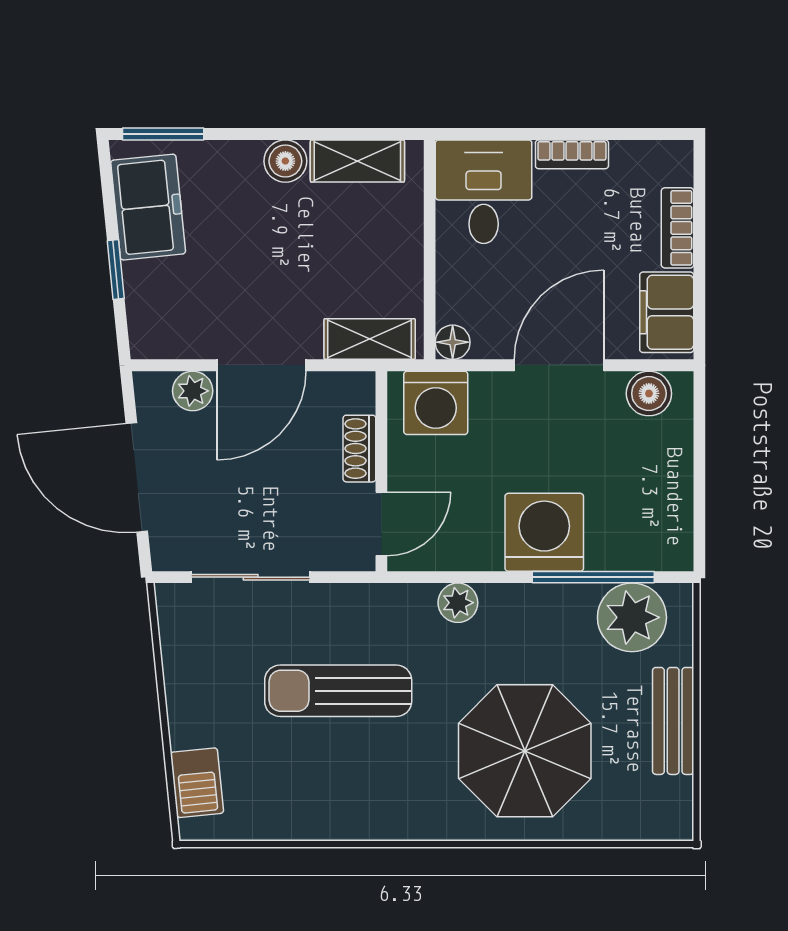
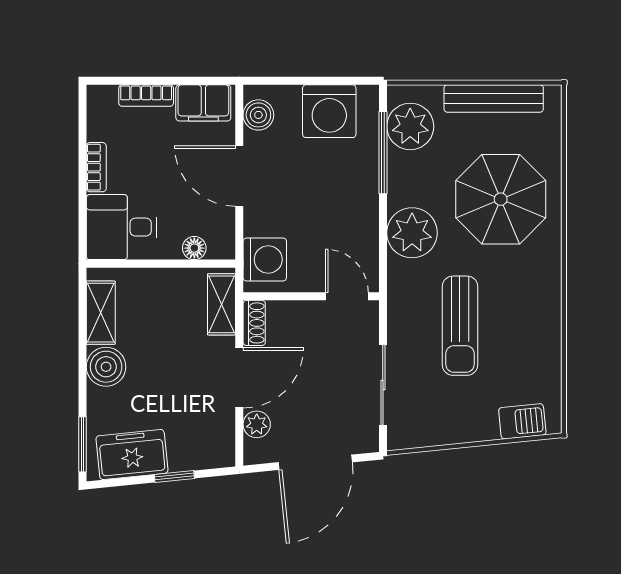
boiler: (285, 161) -> (106, 367), width x1.36, depth x1.36
floor lamp: (453, 342) -> (194, 248), moved
door: (261, 365) -> (239, 378), hinge flipped
shoe rack: (359, 449) -> (254, 323), moved, turned -90
washing machine: (544, 532) -> (329, 111), moved, turned -90
plant: (458, 603) -> (412, 233), width x1.87, depth x1.87
bench: (673, 721) -> (494, 99), width x1.36

